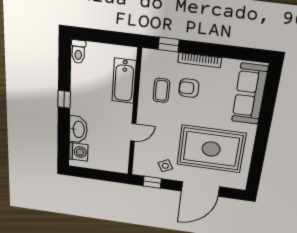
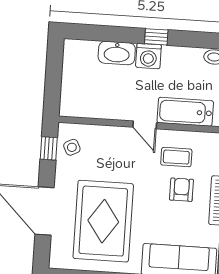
door: (133, 132) -> (145, 125), moved
washing machine: (78, 152) -> (148, 56), moved
side table: (165, 166) -> (72, 147), moved

